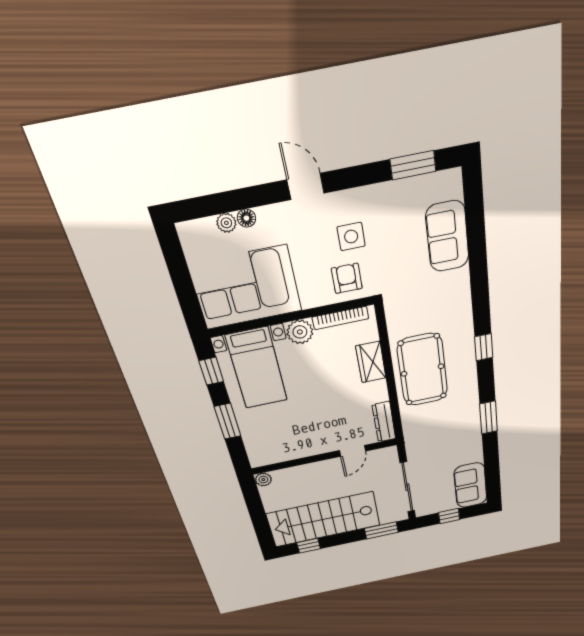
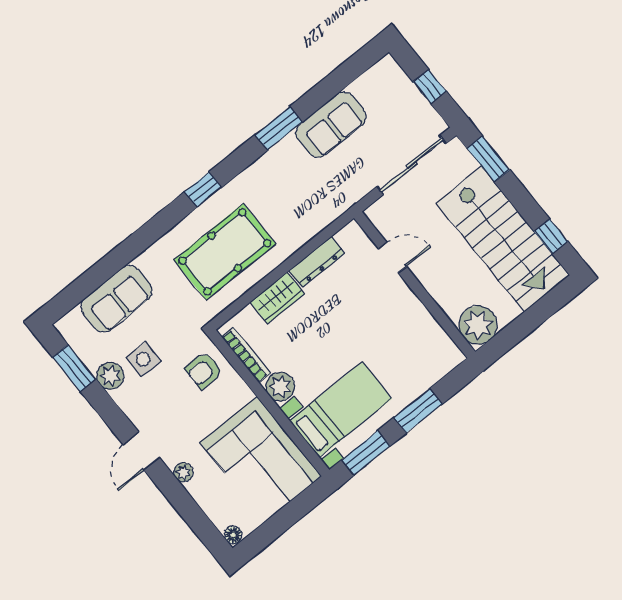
plant: (387, 195) -> (110, 376), added
floor lamp: (246, 218) -> (233, 535), moved
plant: (226, 223) -> (183, 472), moved
side table: (351, 237) -> (143, 359), moved
pool table: (423, 370) -> (225, 252), moved
window: (211, 371) -> (366, 453), width x1.50
dresser: (384, 422) -> (317, 262), moved
plant: (263, 480) -> (478, 325), width x1.87, depth x1.87
sofa: (471, 485) -> (331, 125), moved

